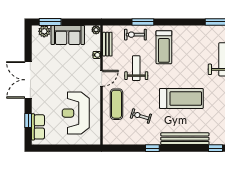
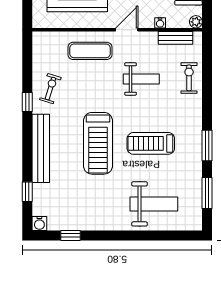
window: (143, 22) -> (207, 146), moved
treadmill: (164, 47) -> (151, 143), moved
door: (102, 78) -> (127, 30), swing flipped
exercise bike: (141, 116) -> (50, 89), moved

